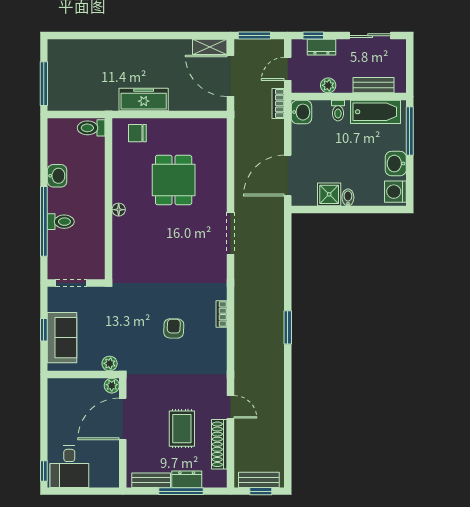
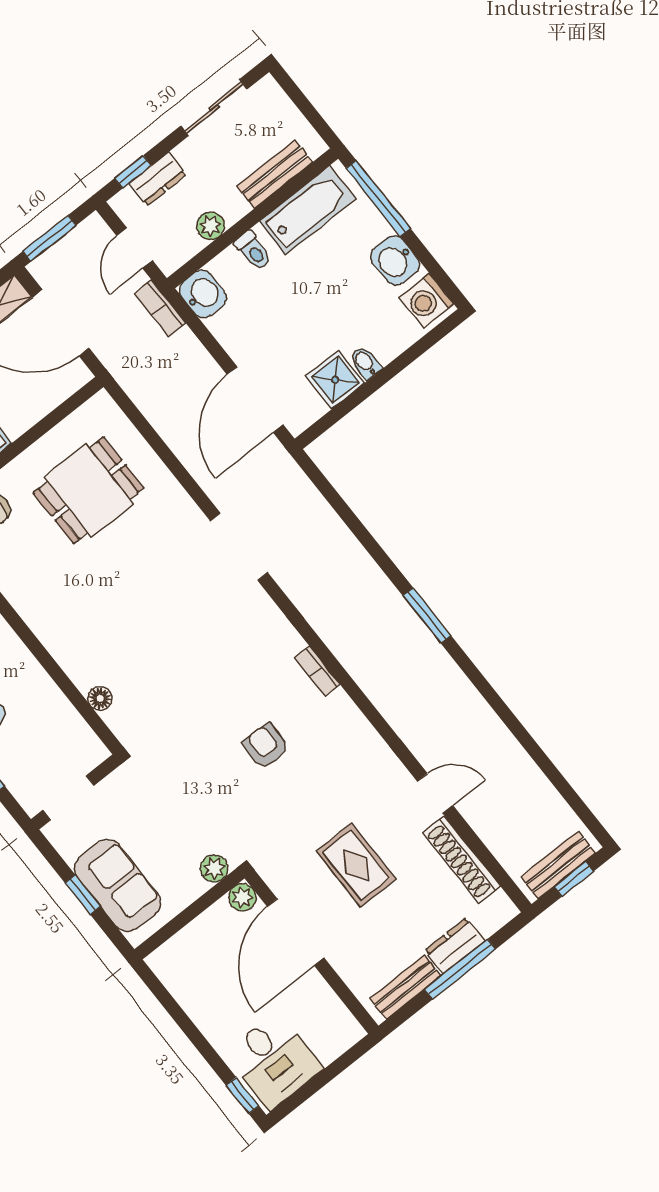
dining table: (174, 180) -> (89, 490), moved, turned 90
floor lamp: (119, 210) -> (100, 698), moved
rug: (182, 429) -> (356, 865), moved

